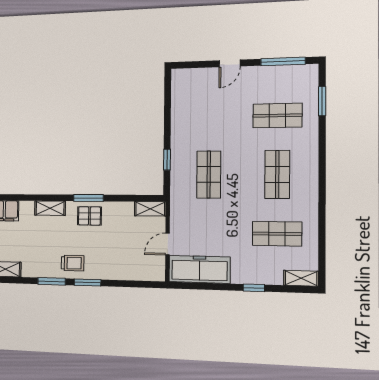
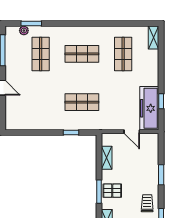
plant: (312, 91) -> (24, 31), added
shelving: (150, 209) -> (107, 158), moved
pallet: (89, 216) -> (112, 191), turned 90
window: (87, 282) -> (161, 175), moved
window: (254, 288) -> (161, 101), moved

